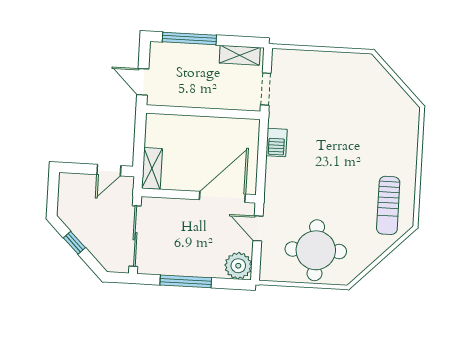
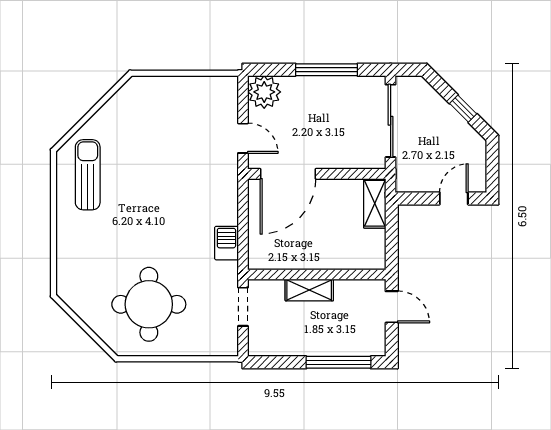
shelving: (240, 55) -> (309, 290), moved
door: (109, 170) -> (454, 198), moved
round table: (316, 250) -> (149, 304), moved

